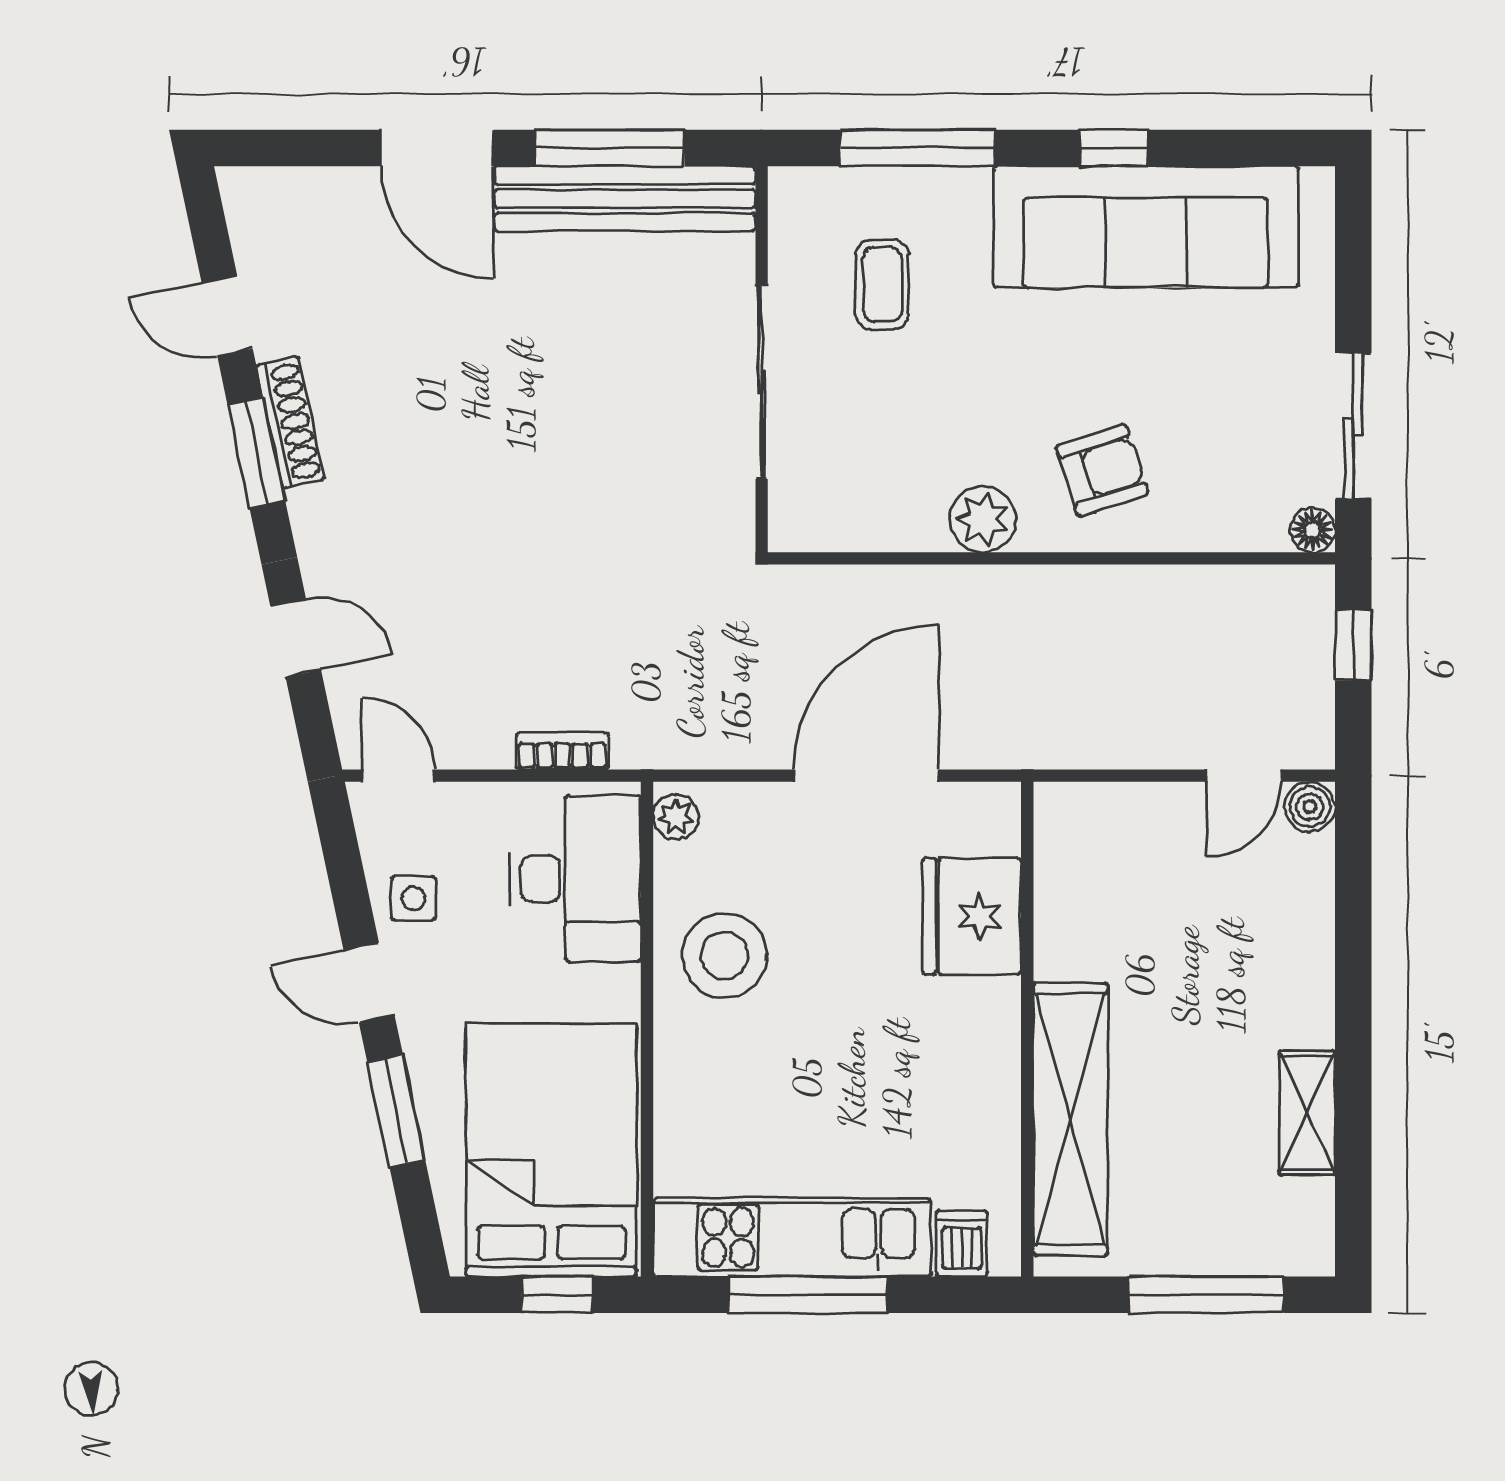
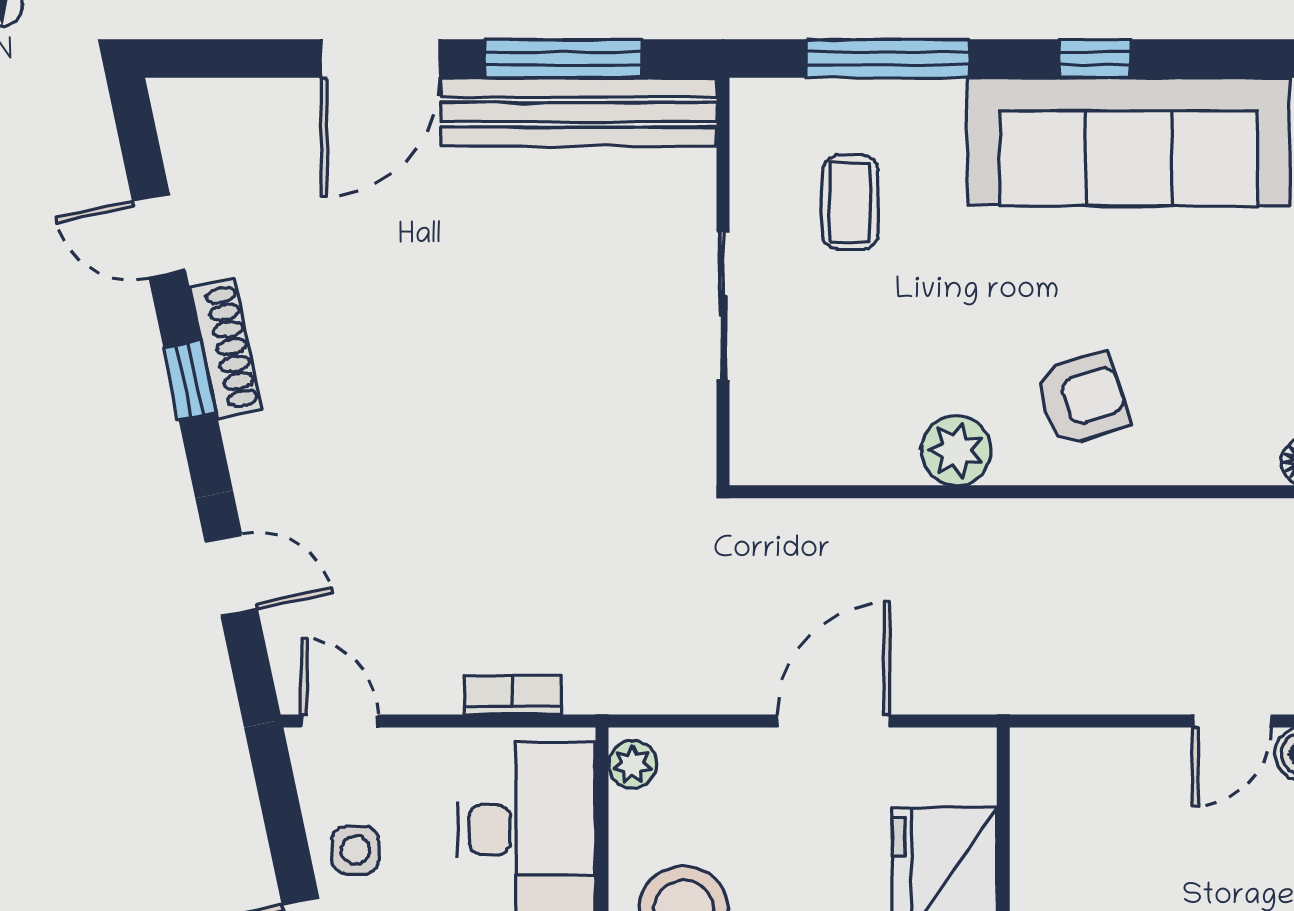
door: (437, 148) -> (381, 59), hinge flipped
sliding door: (762, 382) -> (723, 306), width x0.73
window: (256, 453) -> (190, 380), width x0.67
door: (866, 776) -> (833, 721), width x0.73

